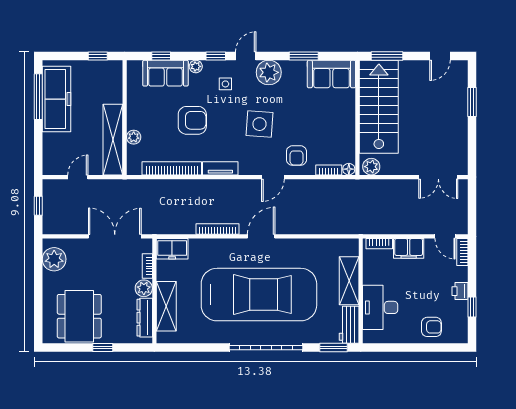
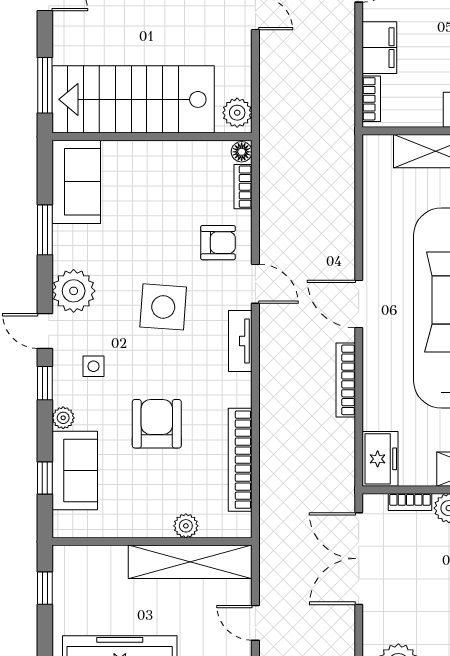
tv unit: (220, 168) -> (240, 341), moved

